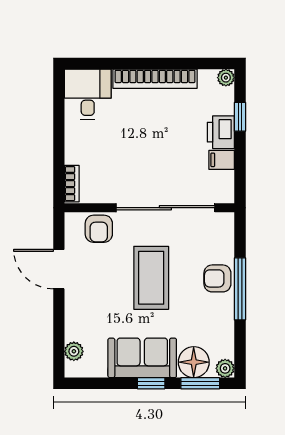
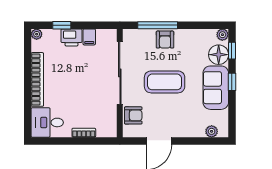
bookcase: (72, 184) -> (84, 133), moved
window: (240, 289) -> (158, 25), moved
window: (200, 383) -> (232, 51), width x0.67

